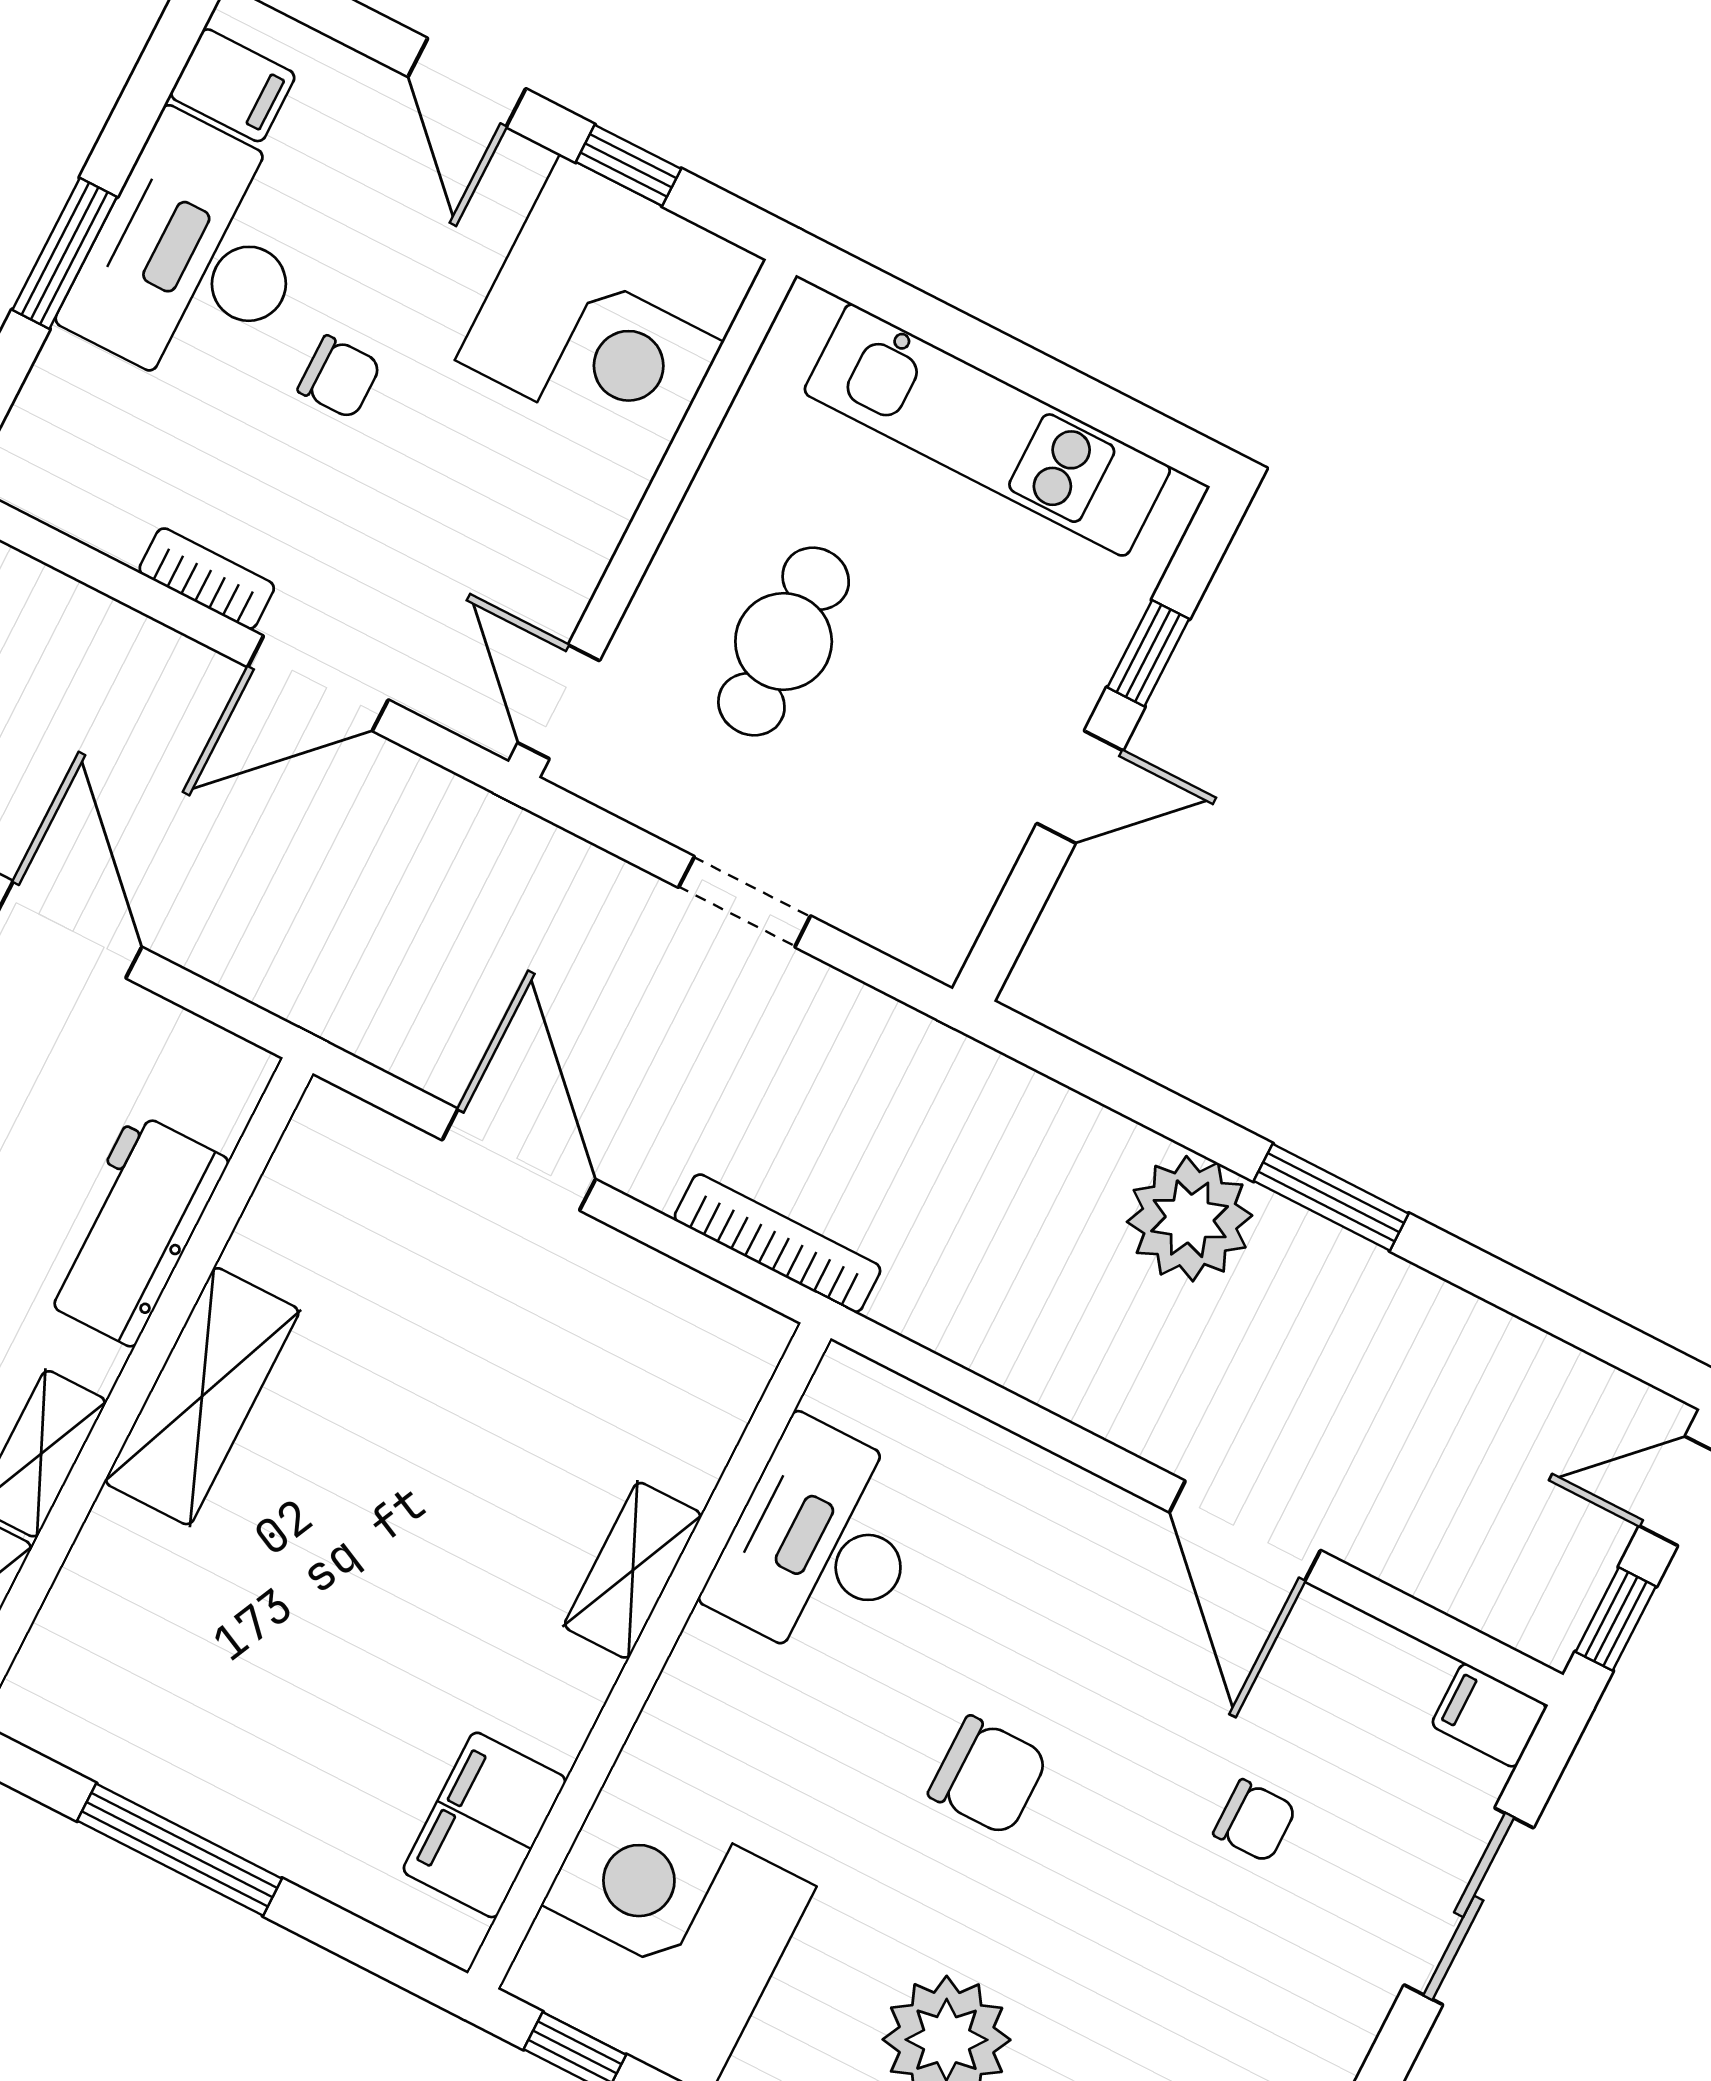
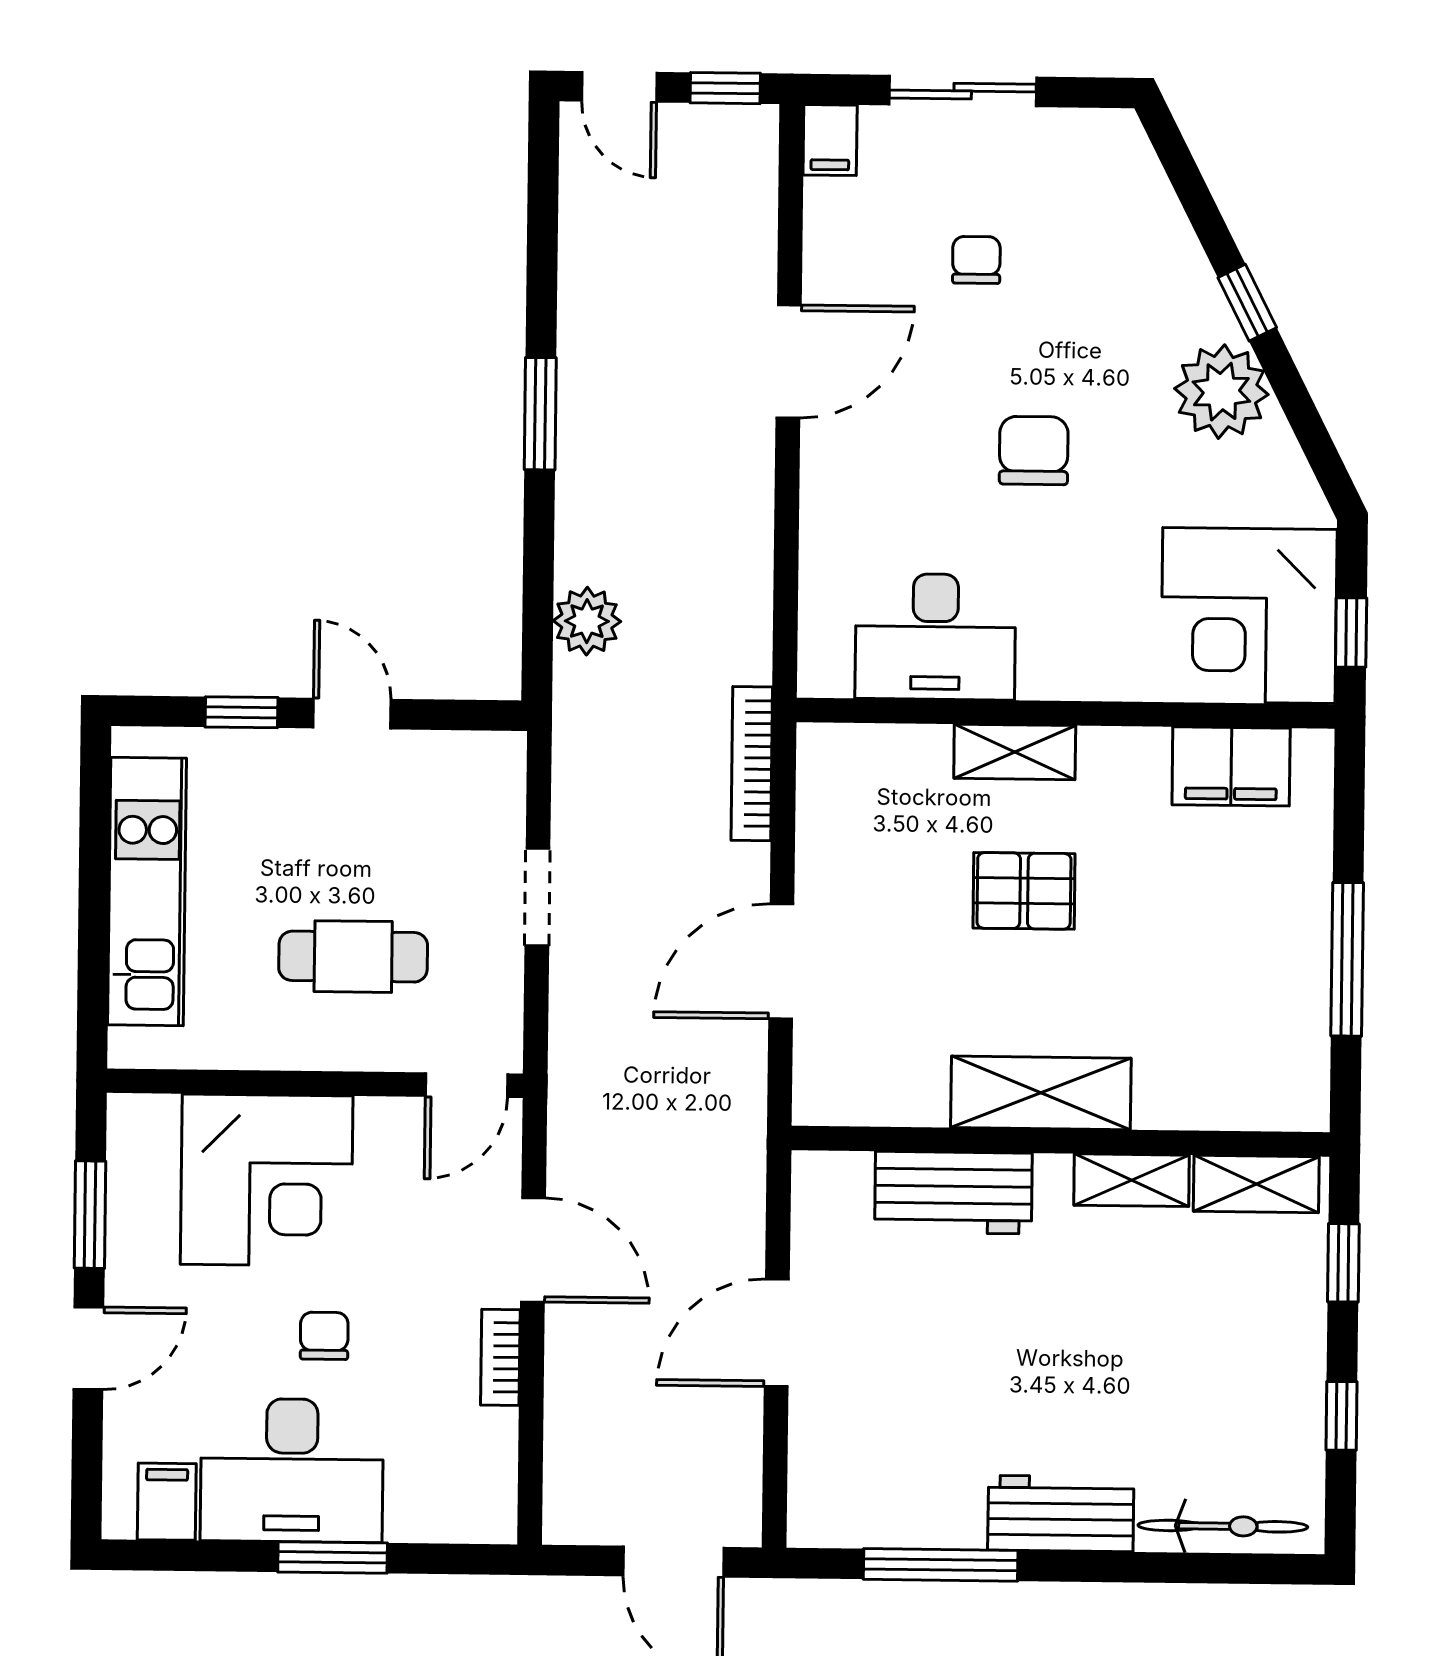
window: (628, 165) -> (90, 1215), width x1.50
corner desk: (610, 310) -> (267, 1180), moved, turned 90
plant: (1190, 1219) -> (587, 621), moved, width x0.73, depth x0.73
pallet: (458, 1498) -> (1024, 891), added

